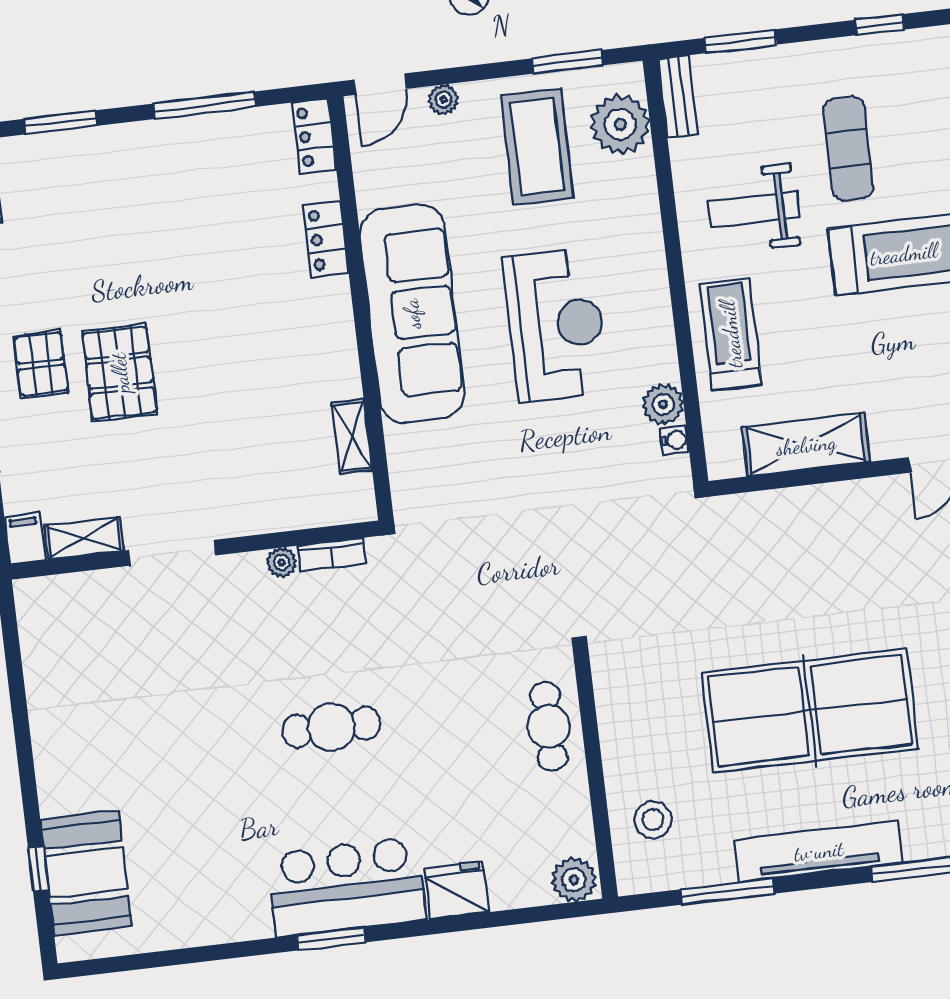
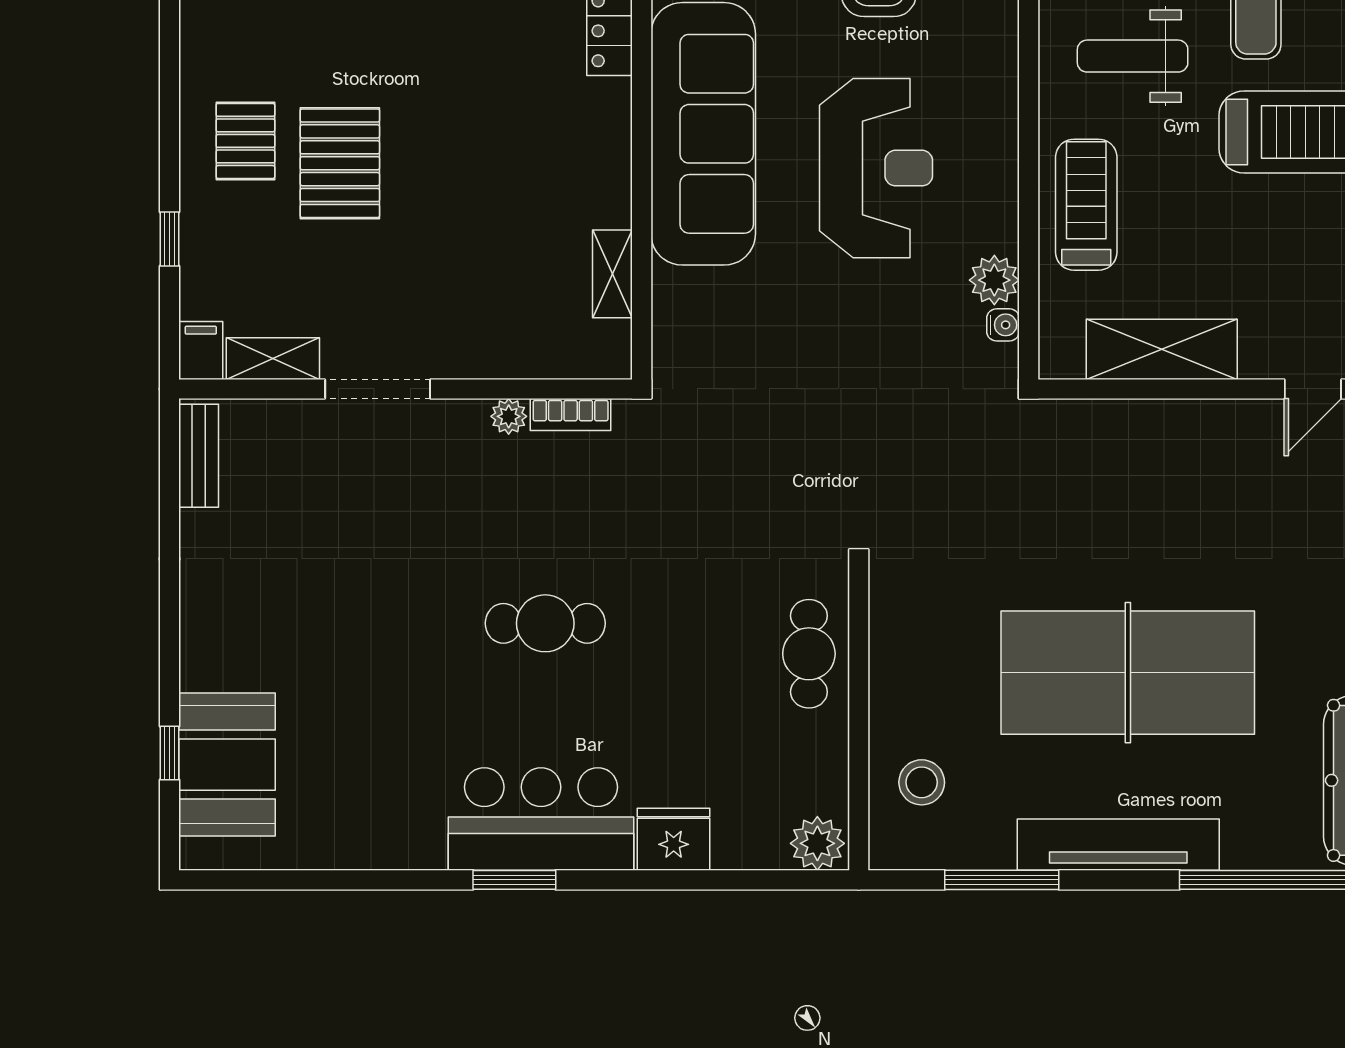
bench: (33, 625) -> (199, 456), added

